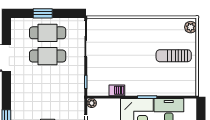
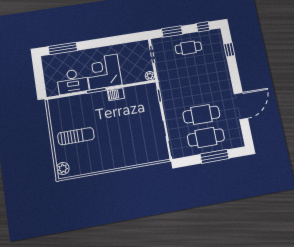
window: (43, 13) -> (215, 156), width x1.44
barbecue: (117, 90) -> (116, 94), moved

